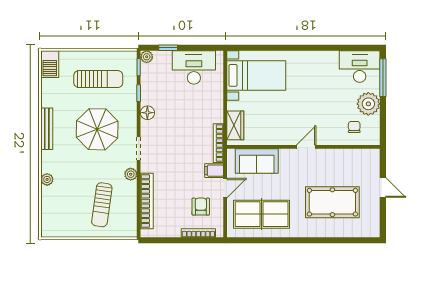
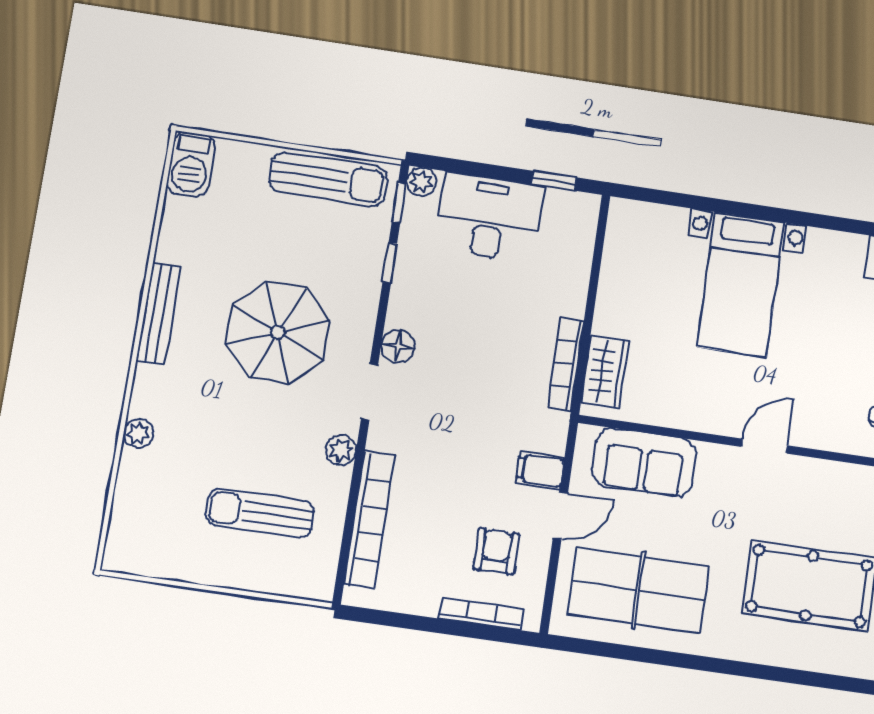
window: (168, 48) -> (554, 181), moved
desk: (194, 67) -> (489, 217), moved
bed with nightstands: (256, 75) -> (741, 284), moved, turned 90
sun lounger: (98, 79) -> (328, 179), moved
floor lamp: (147, 113) -> (398, 346), moved
bookcase: (218, 143) -> (566, 364), moved
sun lounger: (102, 205) -> (260, 513), turned 82

